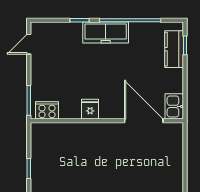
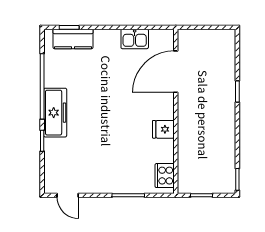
fridge: (90, 109) -> (163, 129), moved
cooker: (47, 110) -> (165, 176), moved
wall: (107, 121) -> (176, 111), moved
door: (144, 121) -> (176, 72), moved

